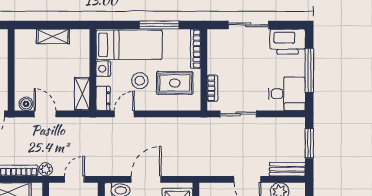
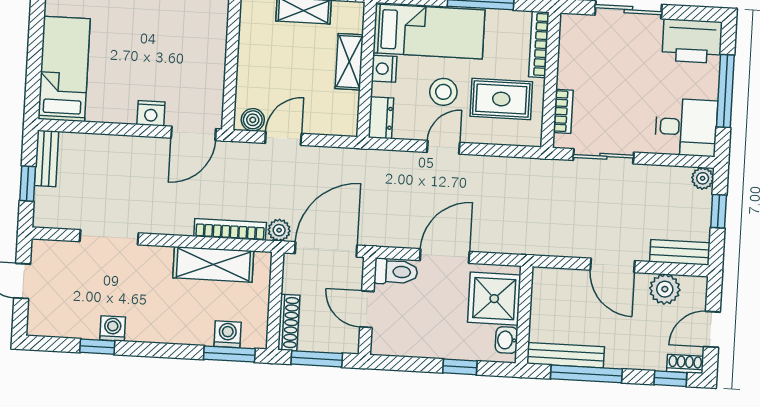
shelving: (82, 94) -> (349, 62), moved
door: (45, 114) -> (283, 138), hinge flipped
door: (124, 114) -> (443, 147), moved
plant: (299, 124) -> (703, 178), added
window: (309, 143) -> (719, 211), width x0.67
door: (74, 179) -> (326, 249), width x1.88

